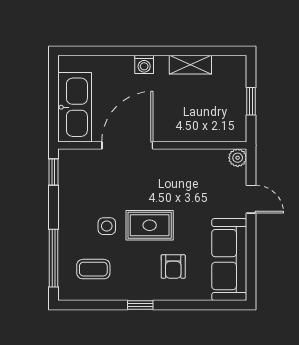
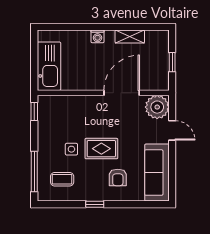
door: (127, 145) -> (122, 93), moved
plant: (238, 158) -> (157, 107), width x1.87, depth x1.87

